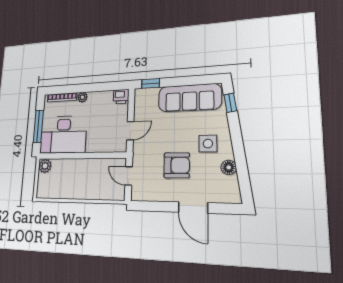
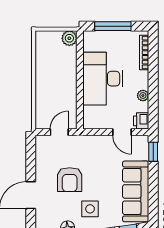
plant: (82, 97) -> (143, 96), moved
door: (130, 131) -> (122, 132), moved
desk: (63, 134) -> (103, 79), moved

